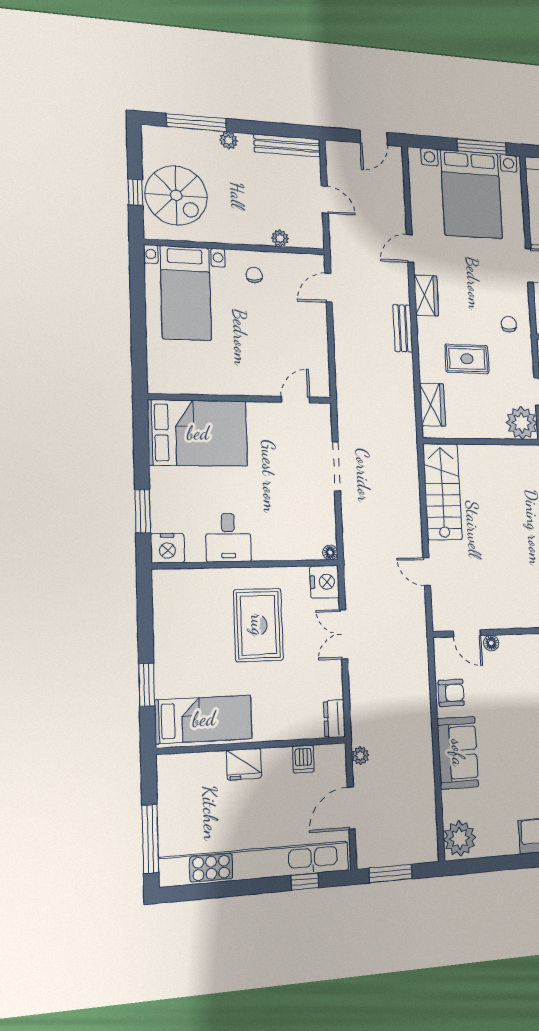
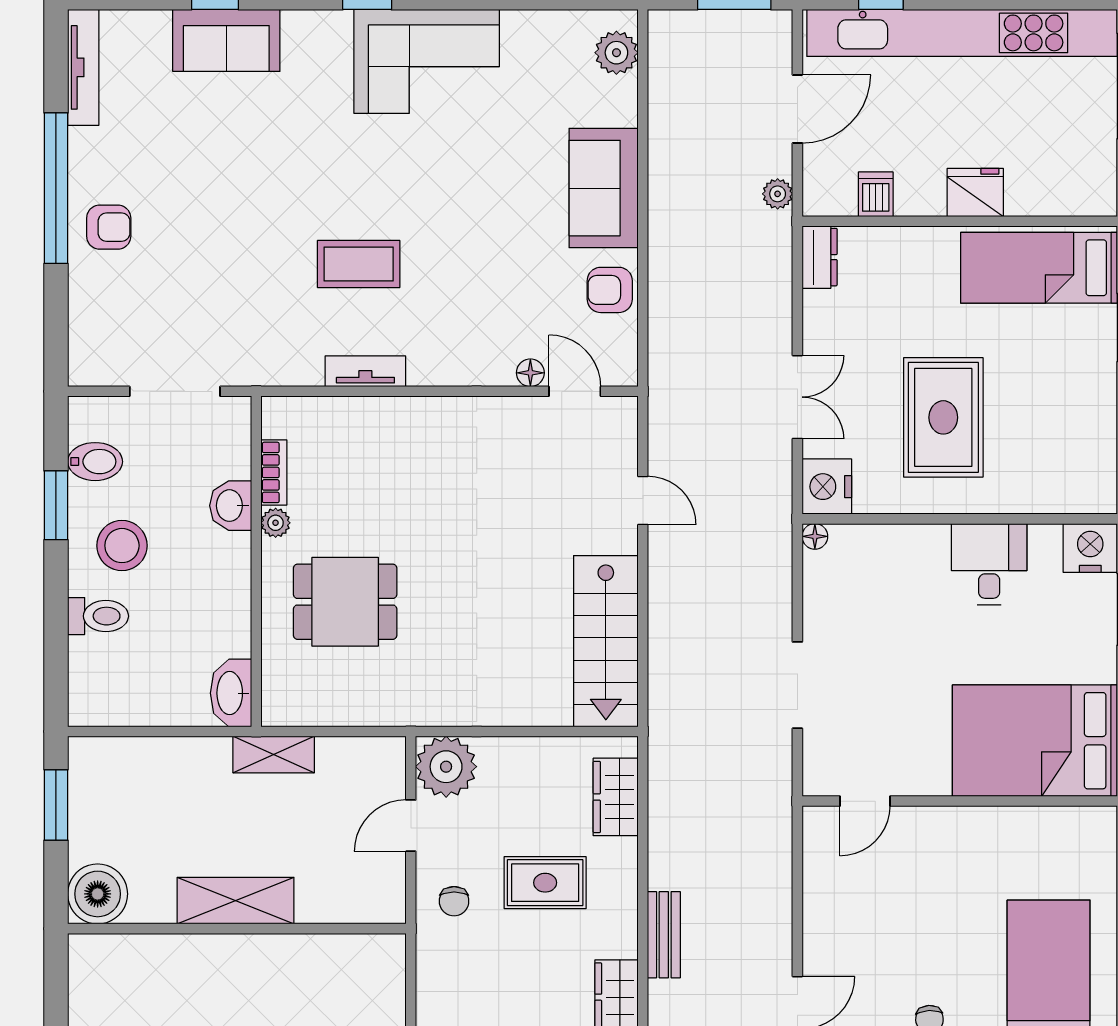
chair: (509, 324) -> (454, 901), moved
plant: (460, 838) -> (616, 53), width x0.73, depth x0.73

